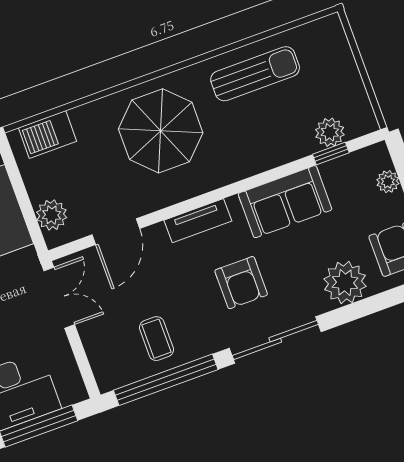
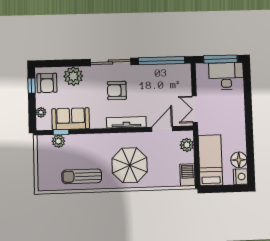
barbecue: (48, 134) -> (187, 175), moved, turned -90
sofa: (285, 202) -> (71, 119), moved
tv unit: (198, 221) -> (126, 122), width x1.41
armchair: (241, 283) -> (117, 91), turned -90
coffee table: (156, 339) -> (160, 79), removed

